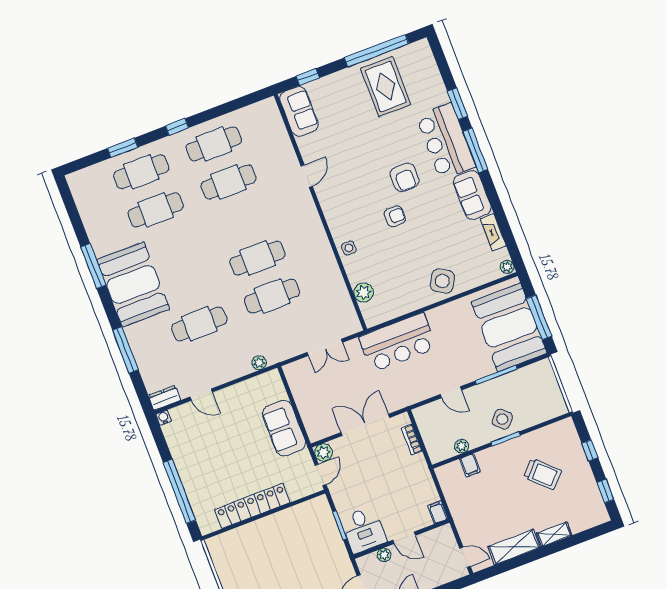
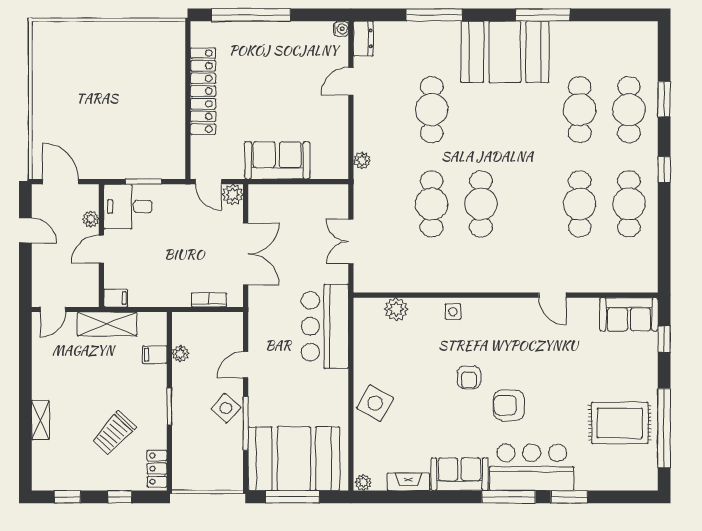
side table: (502, 419) -> (226, 408), moved
locker: (557, 430) -> (157, 469), added
shelving: (514, 547) -> (107, 324), moved, turned 90

